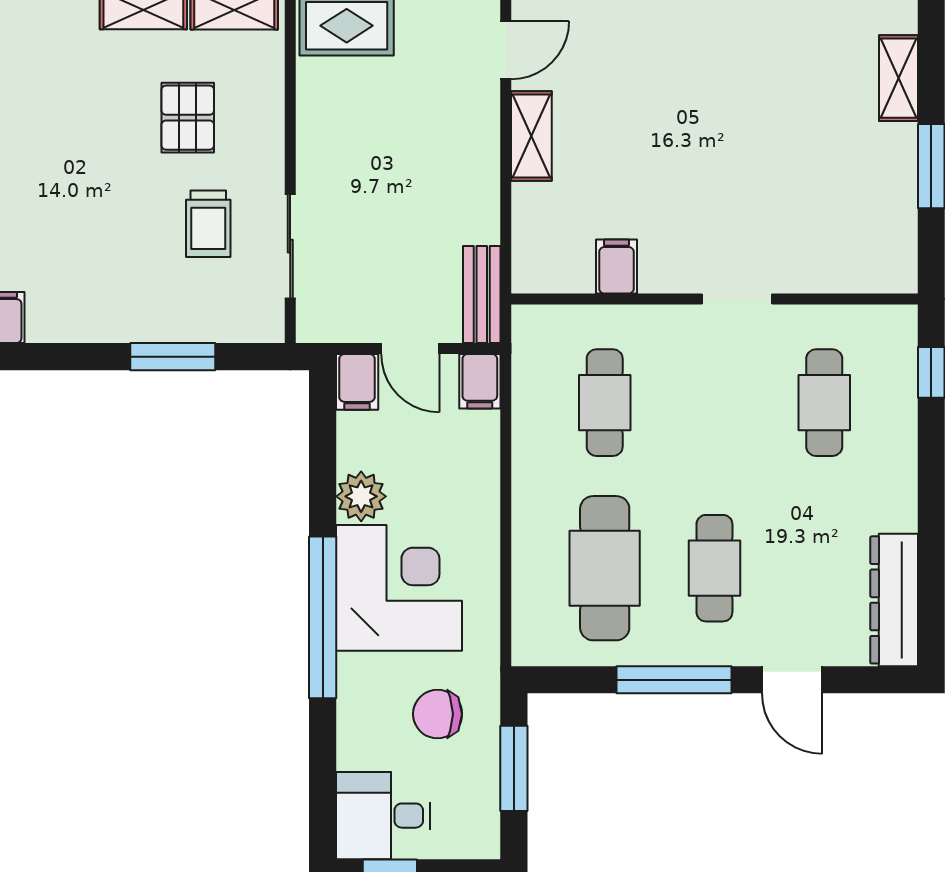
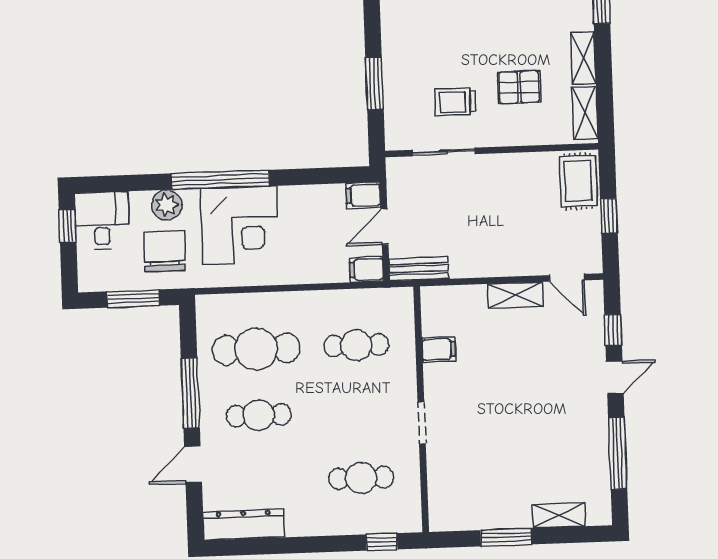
plant: (361, 496) -> (167, 205), moved
chair: (438, 714) -> (164, 251), width x1.37, depth x1.37

